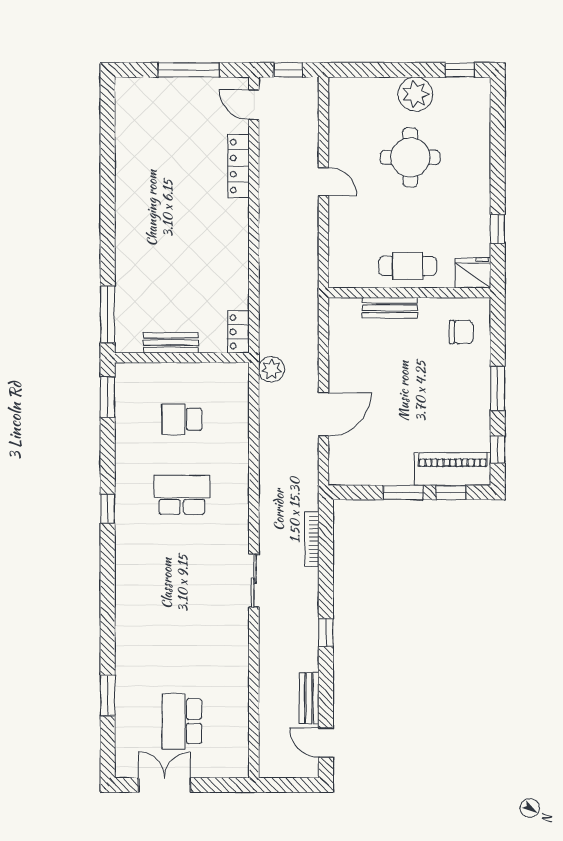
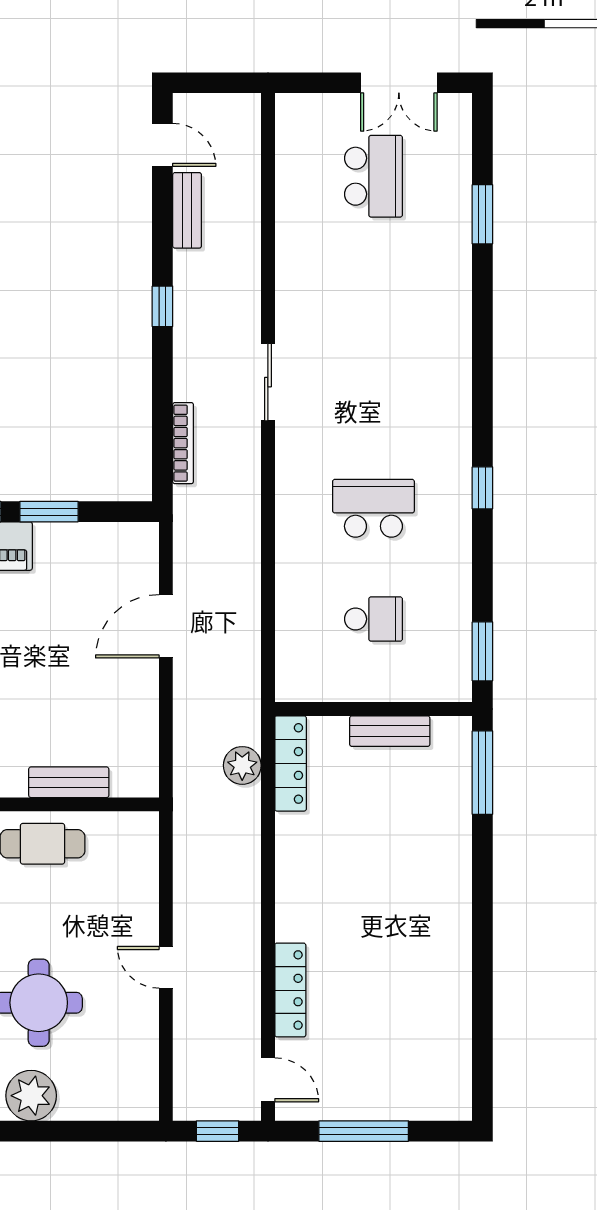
locker: (238, 332) -> (291, 763), width x1.53
plant: (271, 369) -> (242, 765), moved
school desk: (182, 495) -> (373, 508), turned 180

